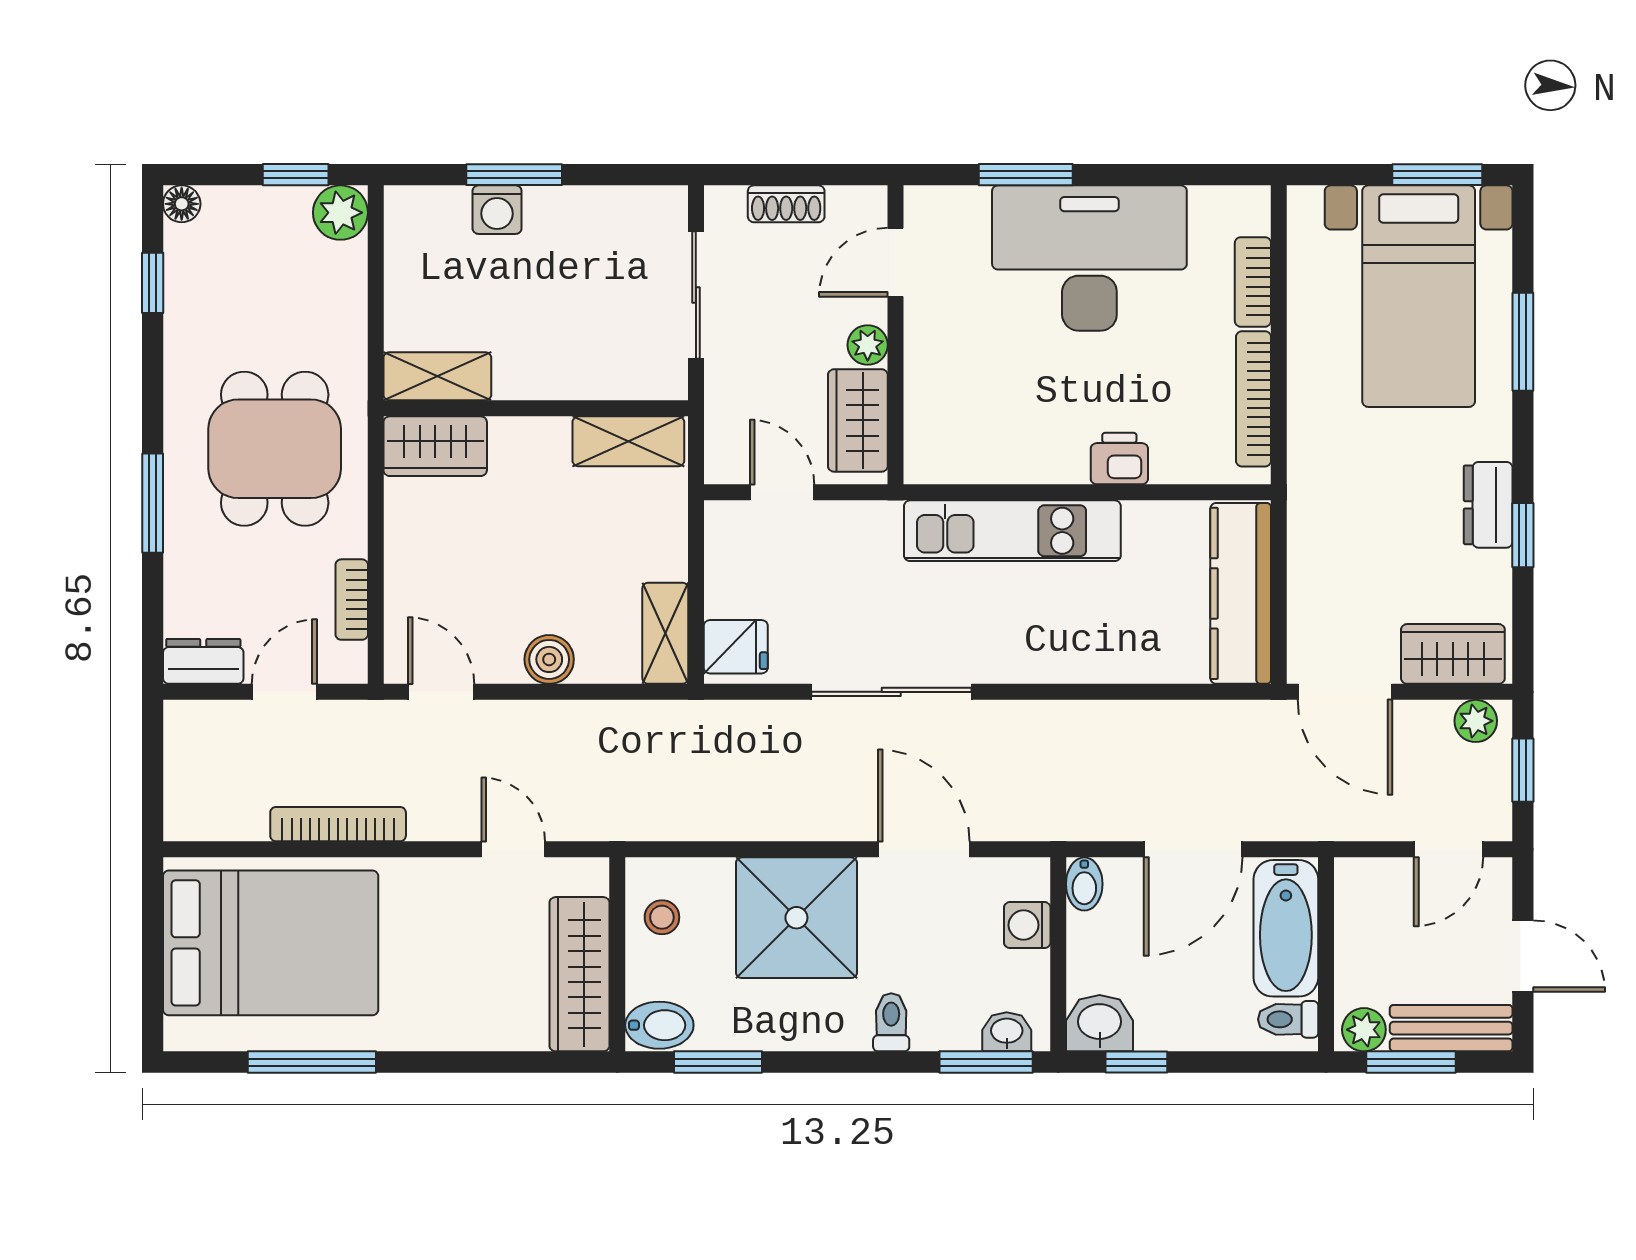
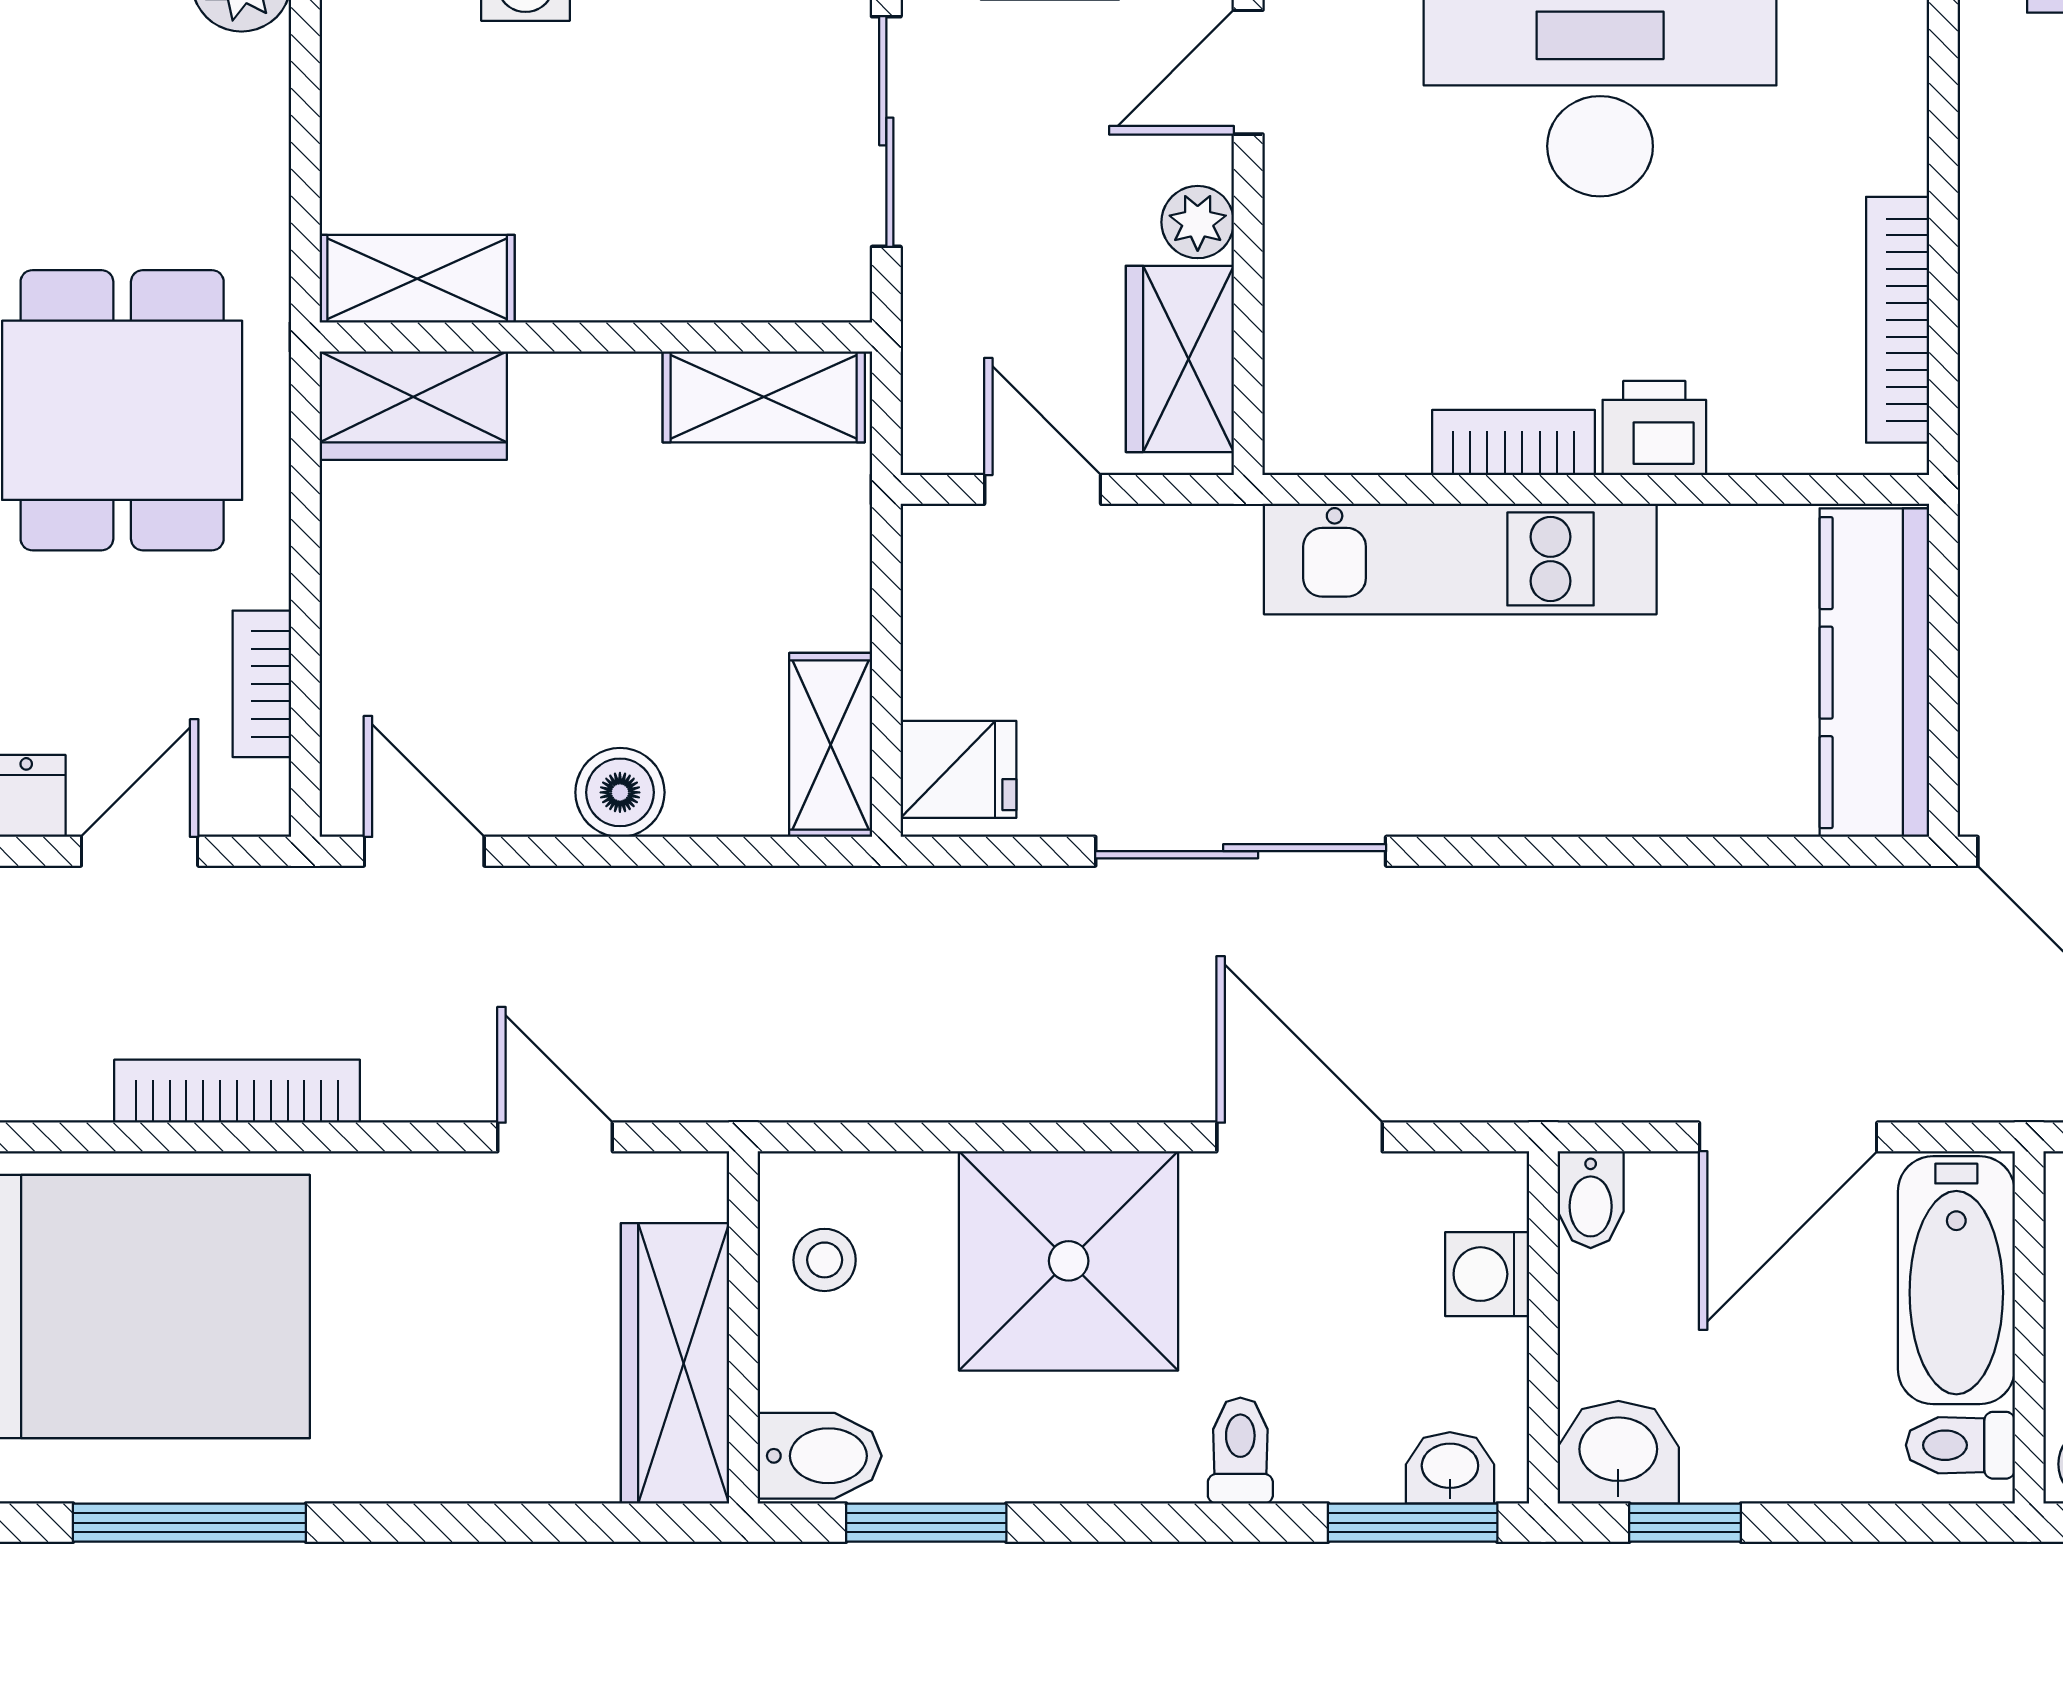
bookcase: (1253, 282) -> (1513, 443), moved, turned 90

